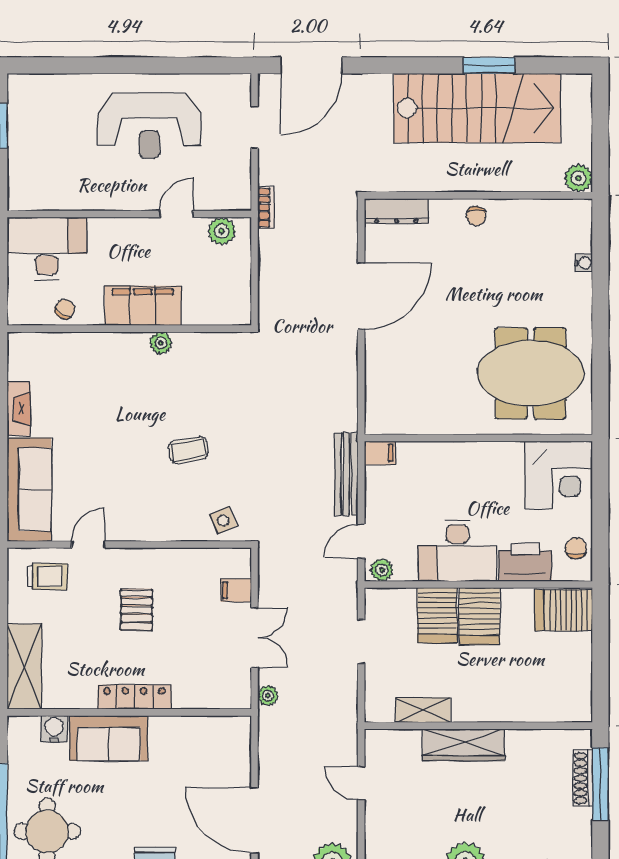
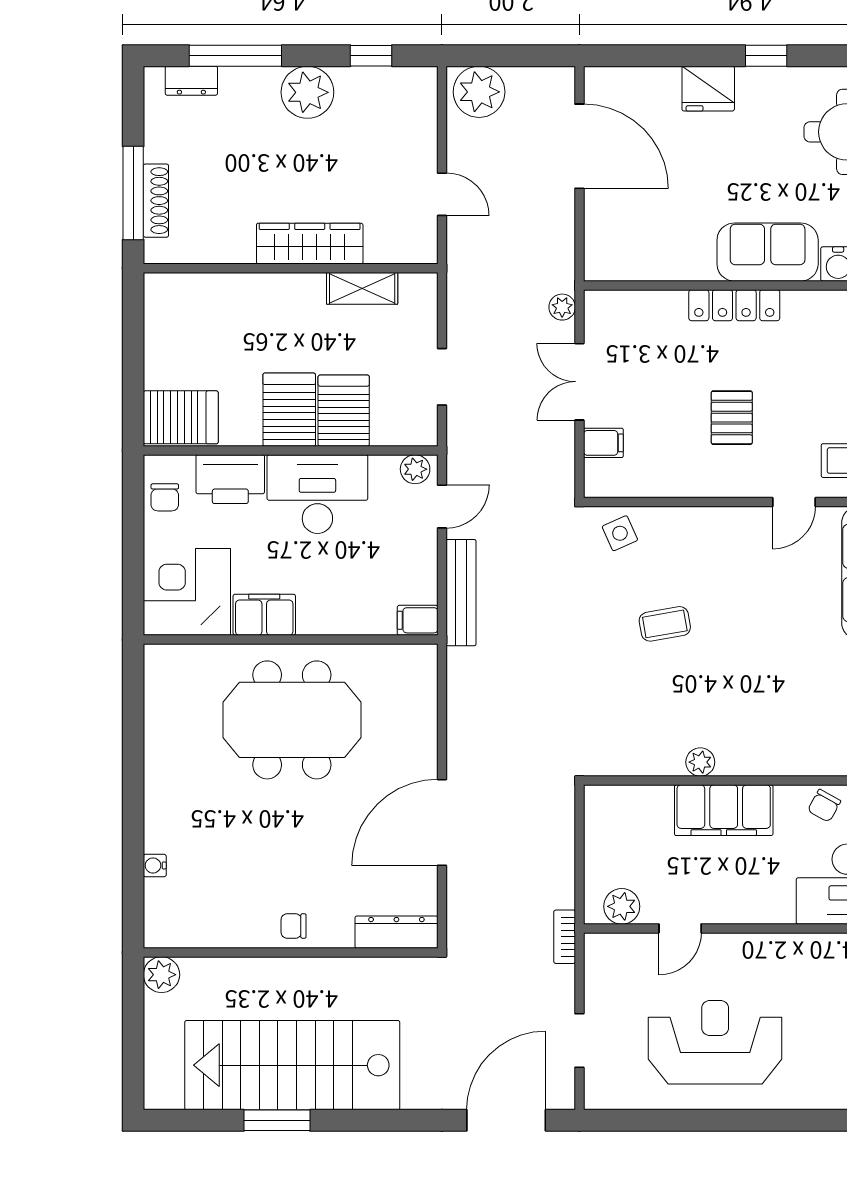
chair: (476, 216) -> (294, 926), turned -94
meeting table: (530, 373) -> (292, 720), moved
filing cabinet: (499, 457) -> (264, 615), added

